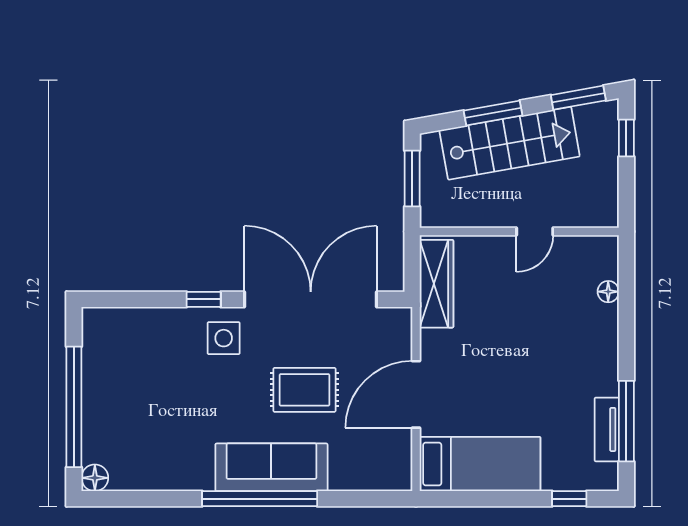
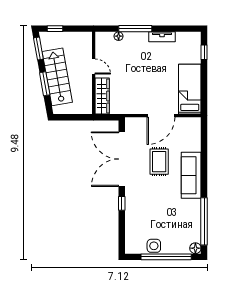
window: (412, 179) -> (72, 117), removed
wardrobe: (437, 284) -> (102, 96), moved, turned 90
side table: (224, 338) -> (154, 246), moved
door: (416, 394) -> (161, 116), hinge flipped
window: (626, 421) -> (135, 29), moved
tv unit: (607, 429) -> (162, 37), moved
window: (260, 499) -> (204, 221), moved

